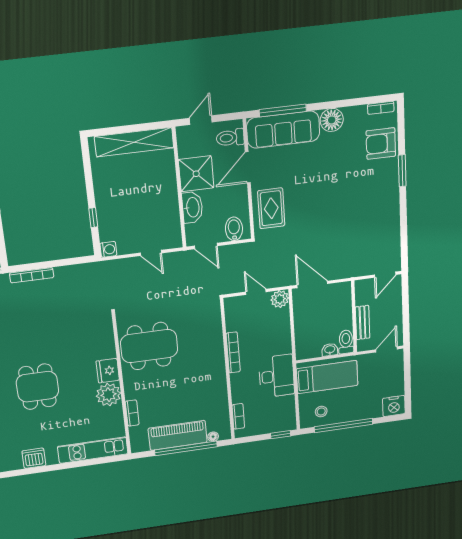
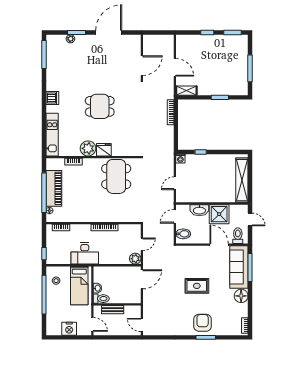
armchair: (381, 144) -> (203, 323), moved
rug: (271, 208) -> (197, 286), moved
nightstand: (394, 406) -> (69, 329), moved, turned -90

